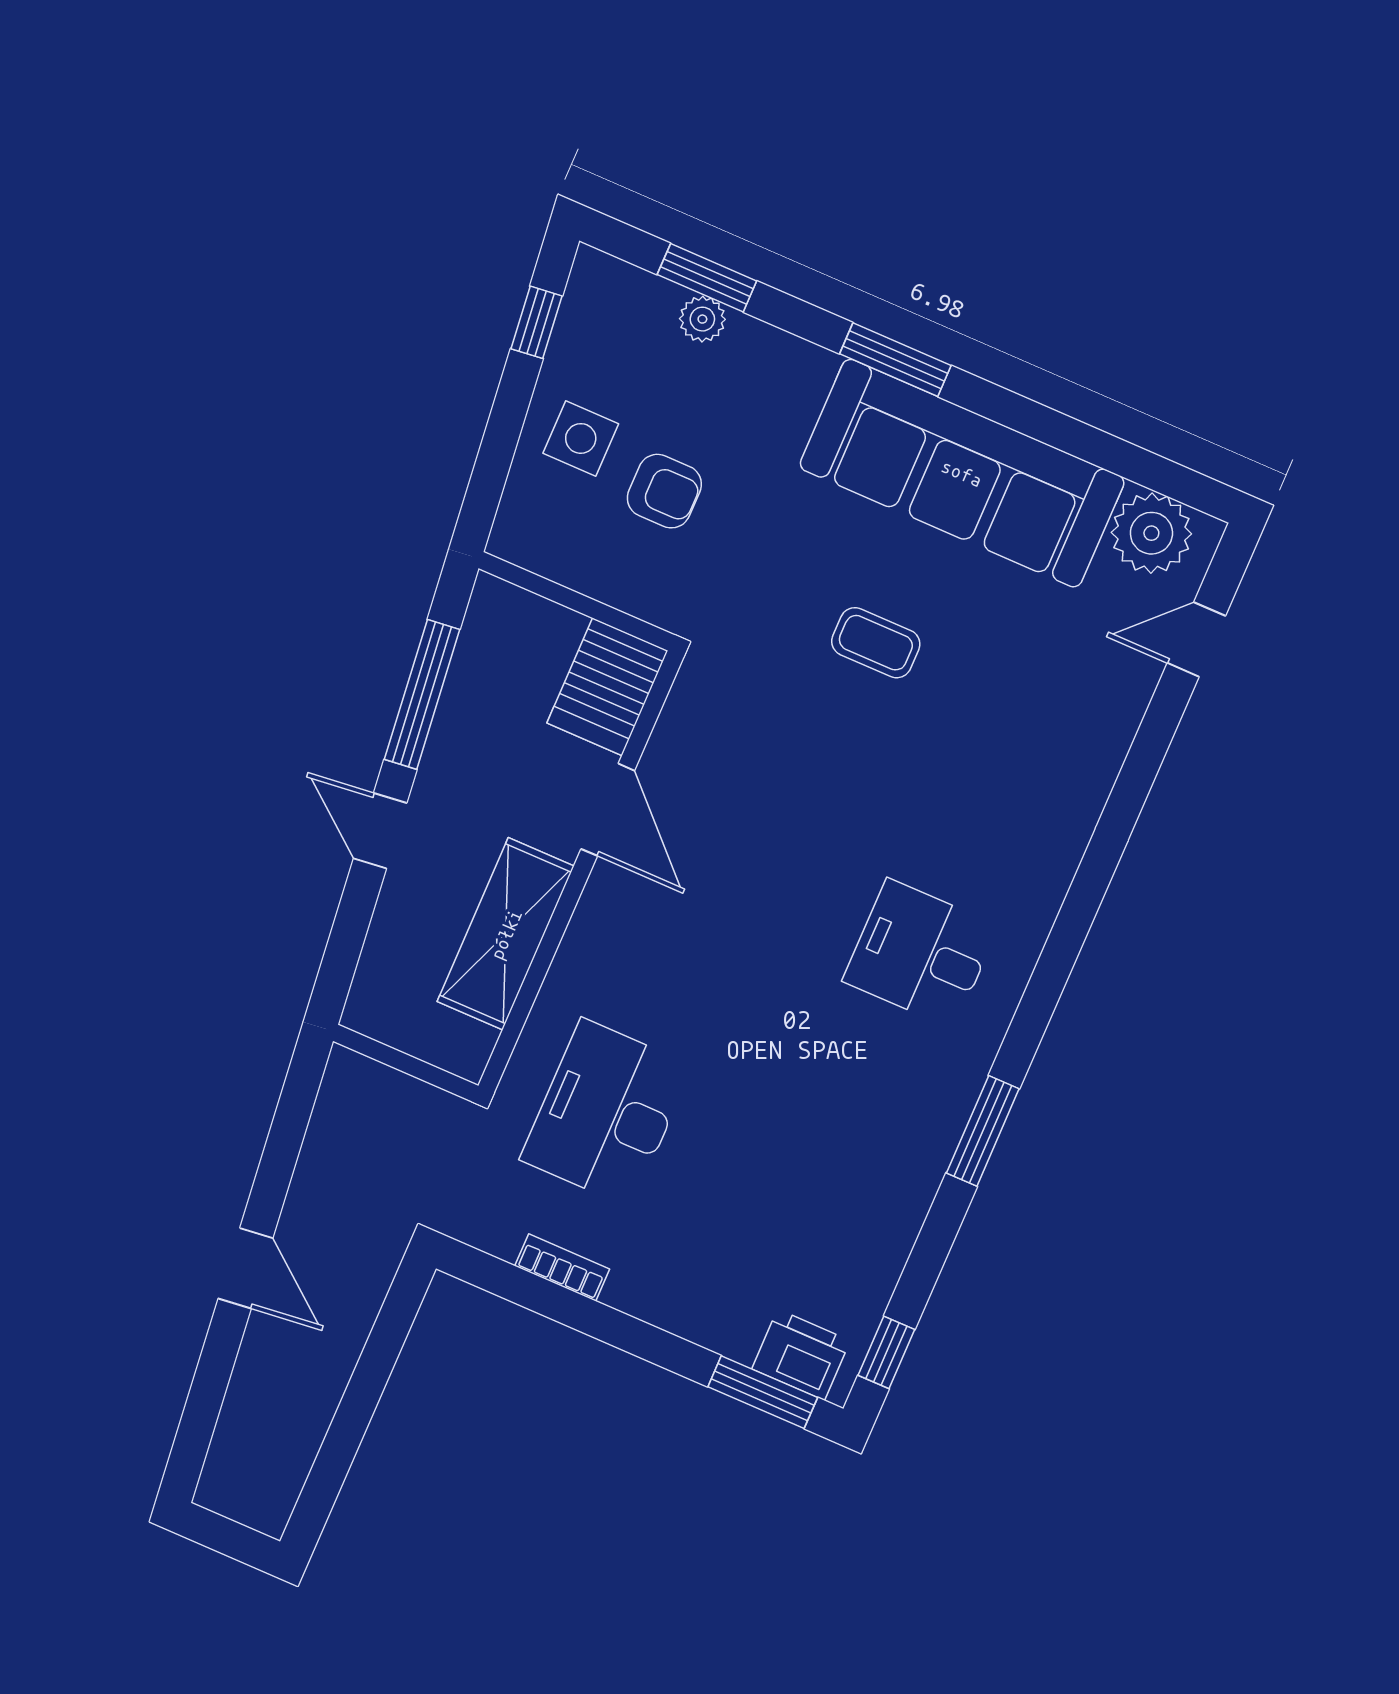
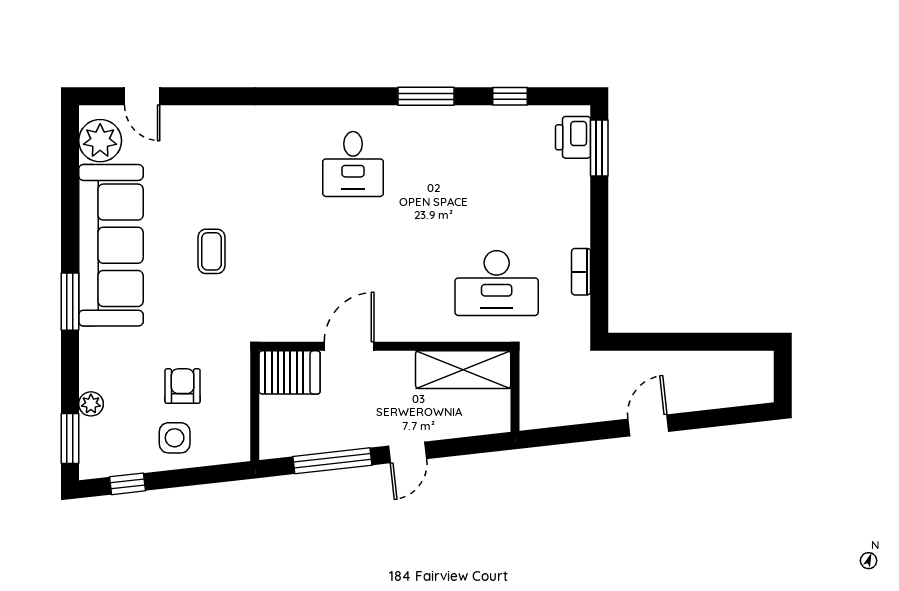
window: (707, 278) -> (70, 438), moved
shelving: (506, 934) -> (463, 370), moved
window: (886, 1352) -> (510, 96), moved

